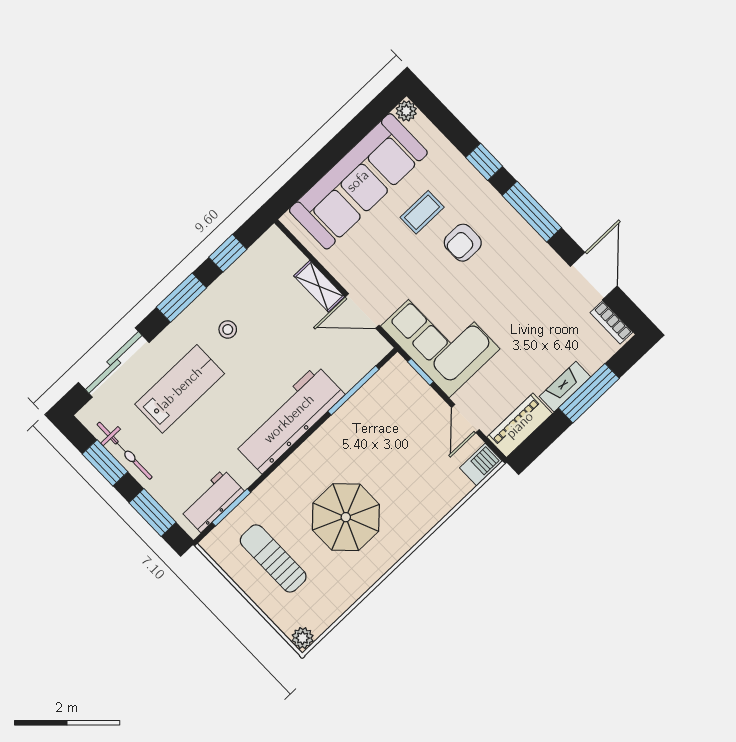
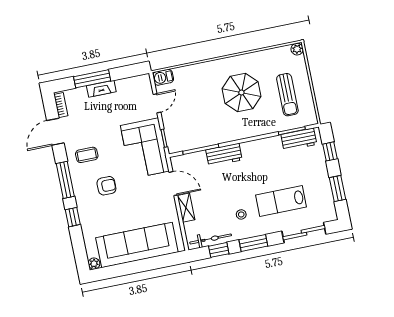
coffee table: (422, 212) -> (87, 155), moved
workbench: (289, 419) -> (224, 155), width x0.53, depth x0.76
piano: (520, 425) -> (134, 84), removed
bicycle: (125, 451) -> (211, 239), moved, turned 90
window: (153, 513) -> (330, 151), width x0.67

